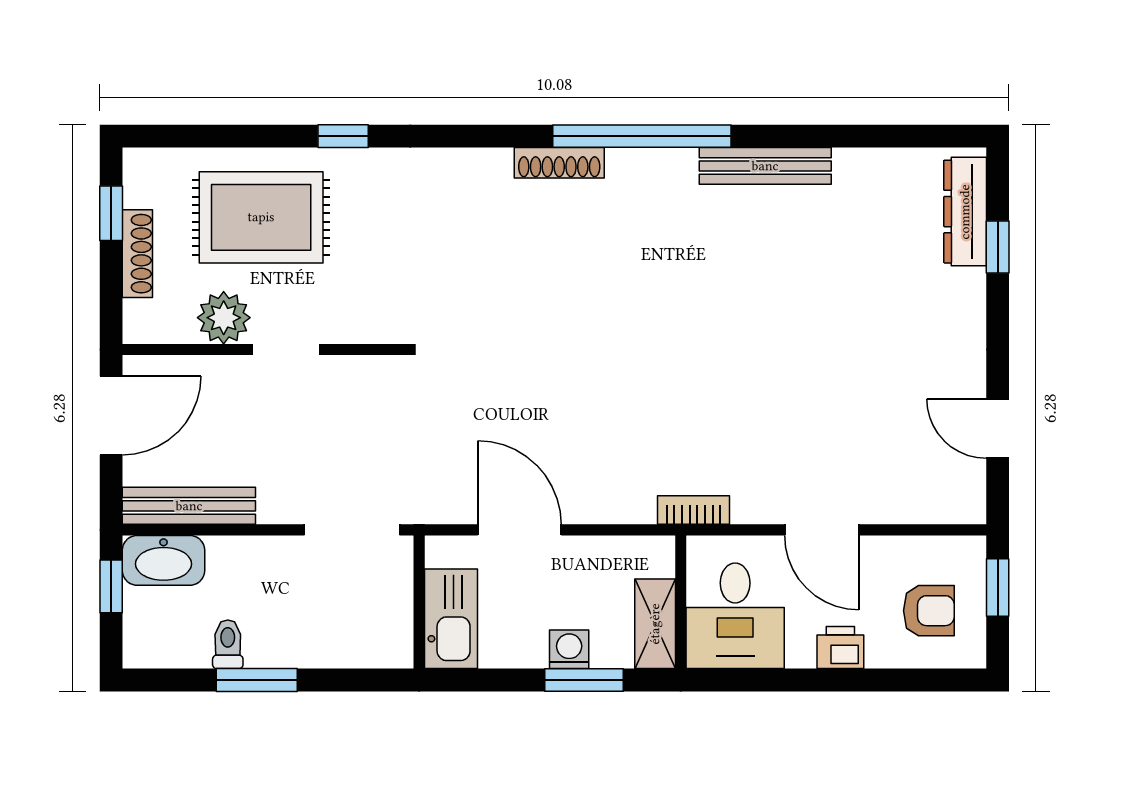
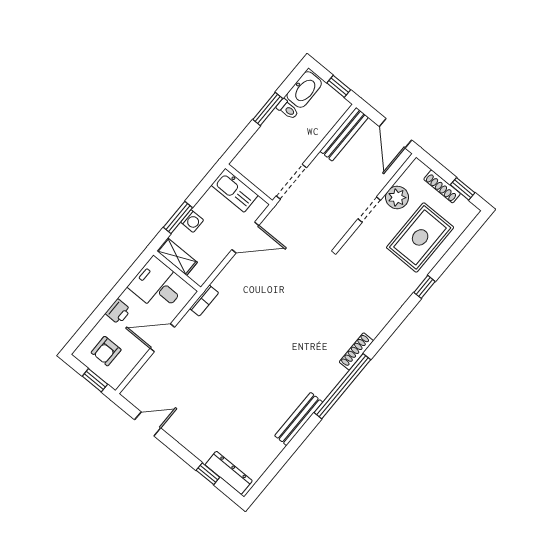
washbasin: (164, 560) -> (304, 89), moved, turned 180

